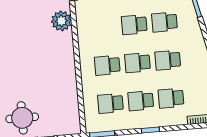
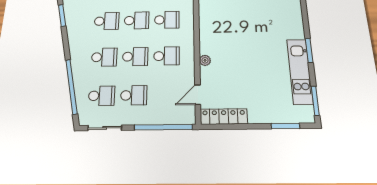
plant: (61, 21) -> (205, 60), width x0.53, depth x0.53
school desk: (104, 27) -> (166, 56), added

